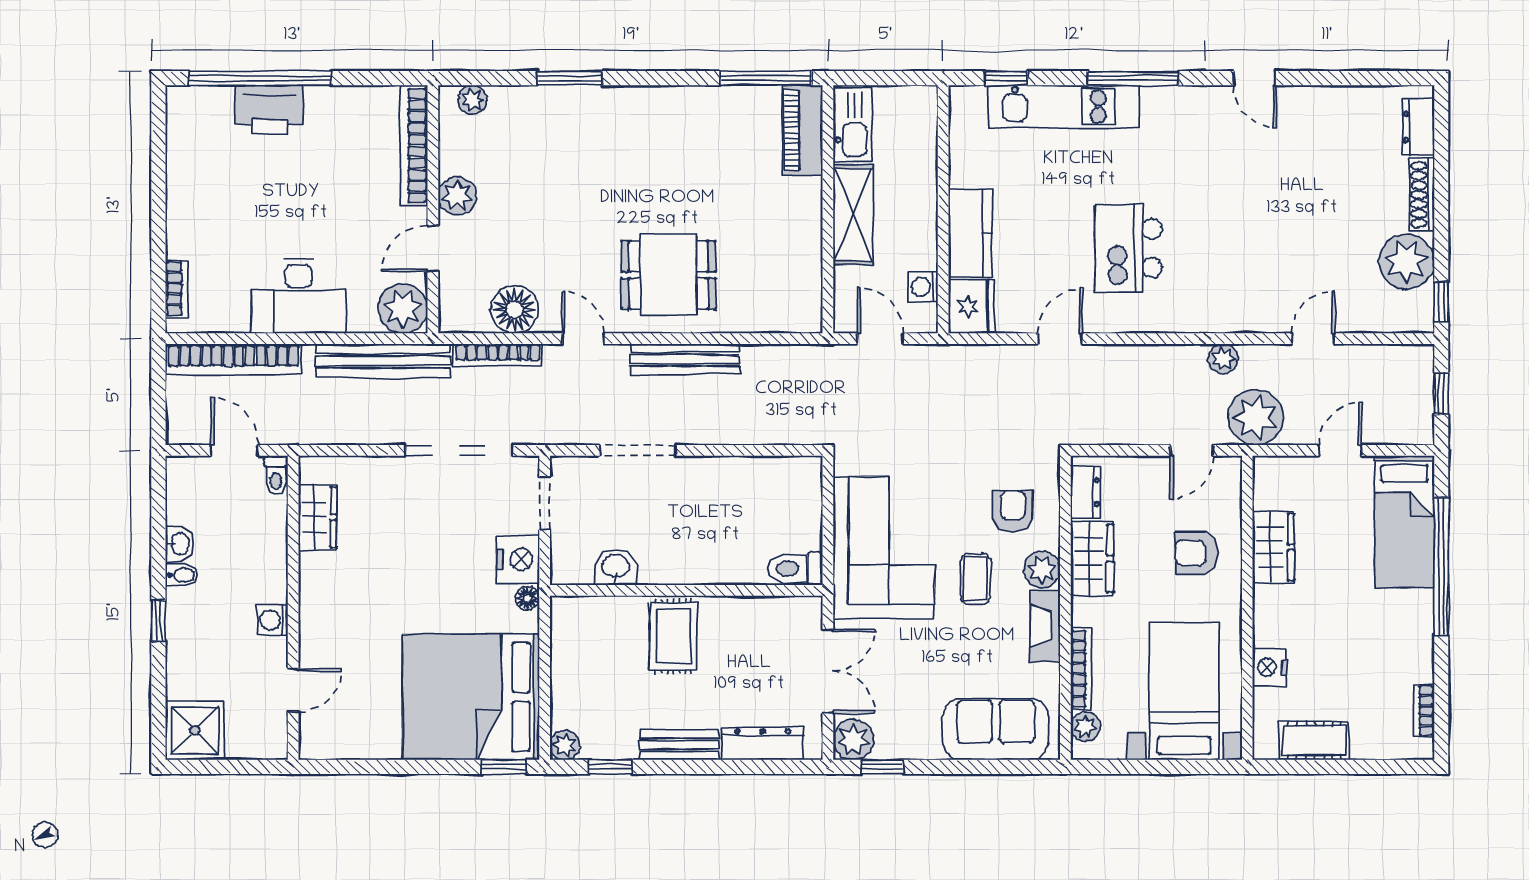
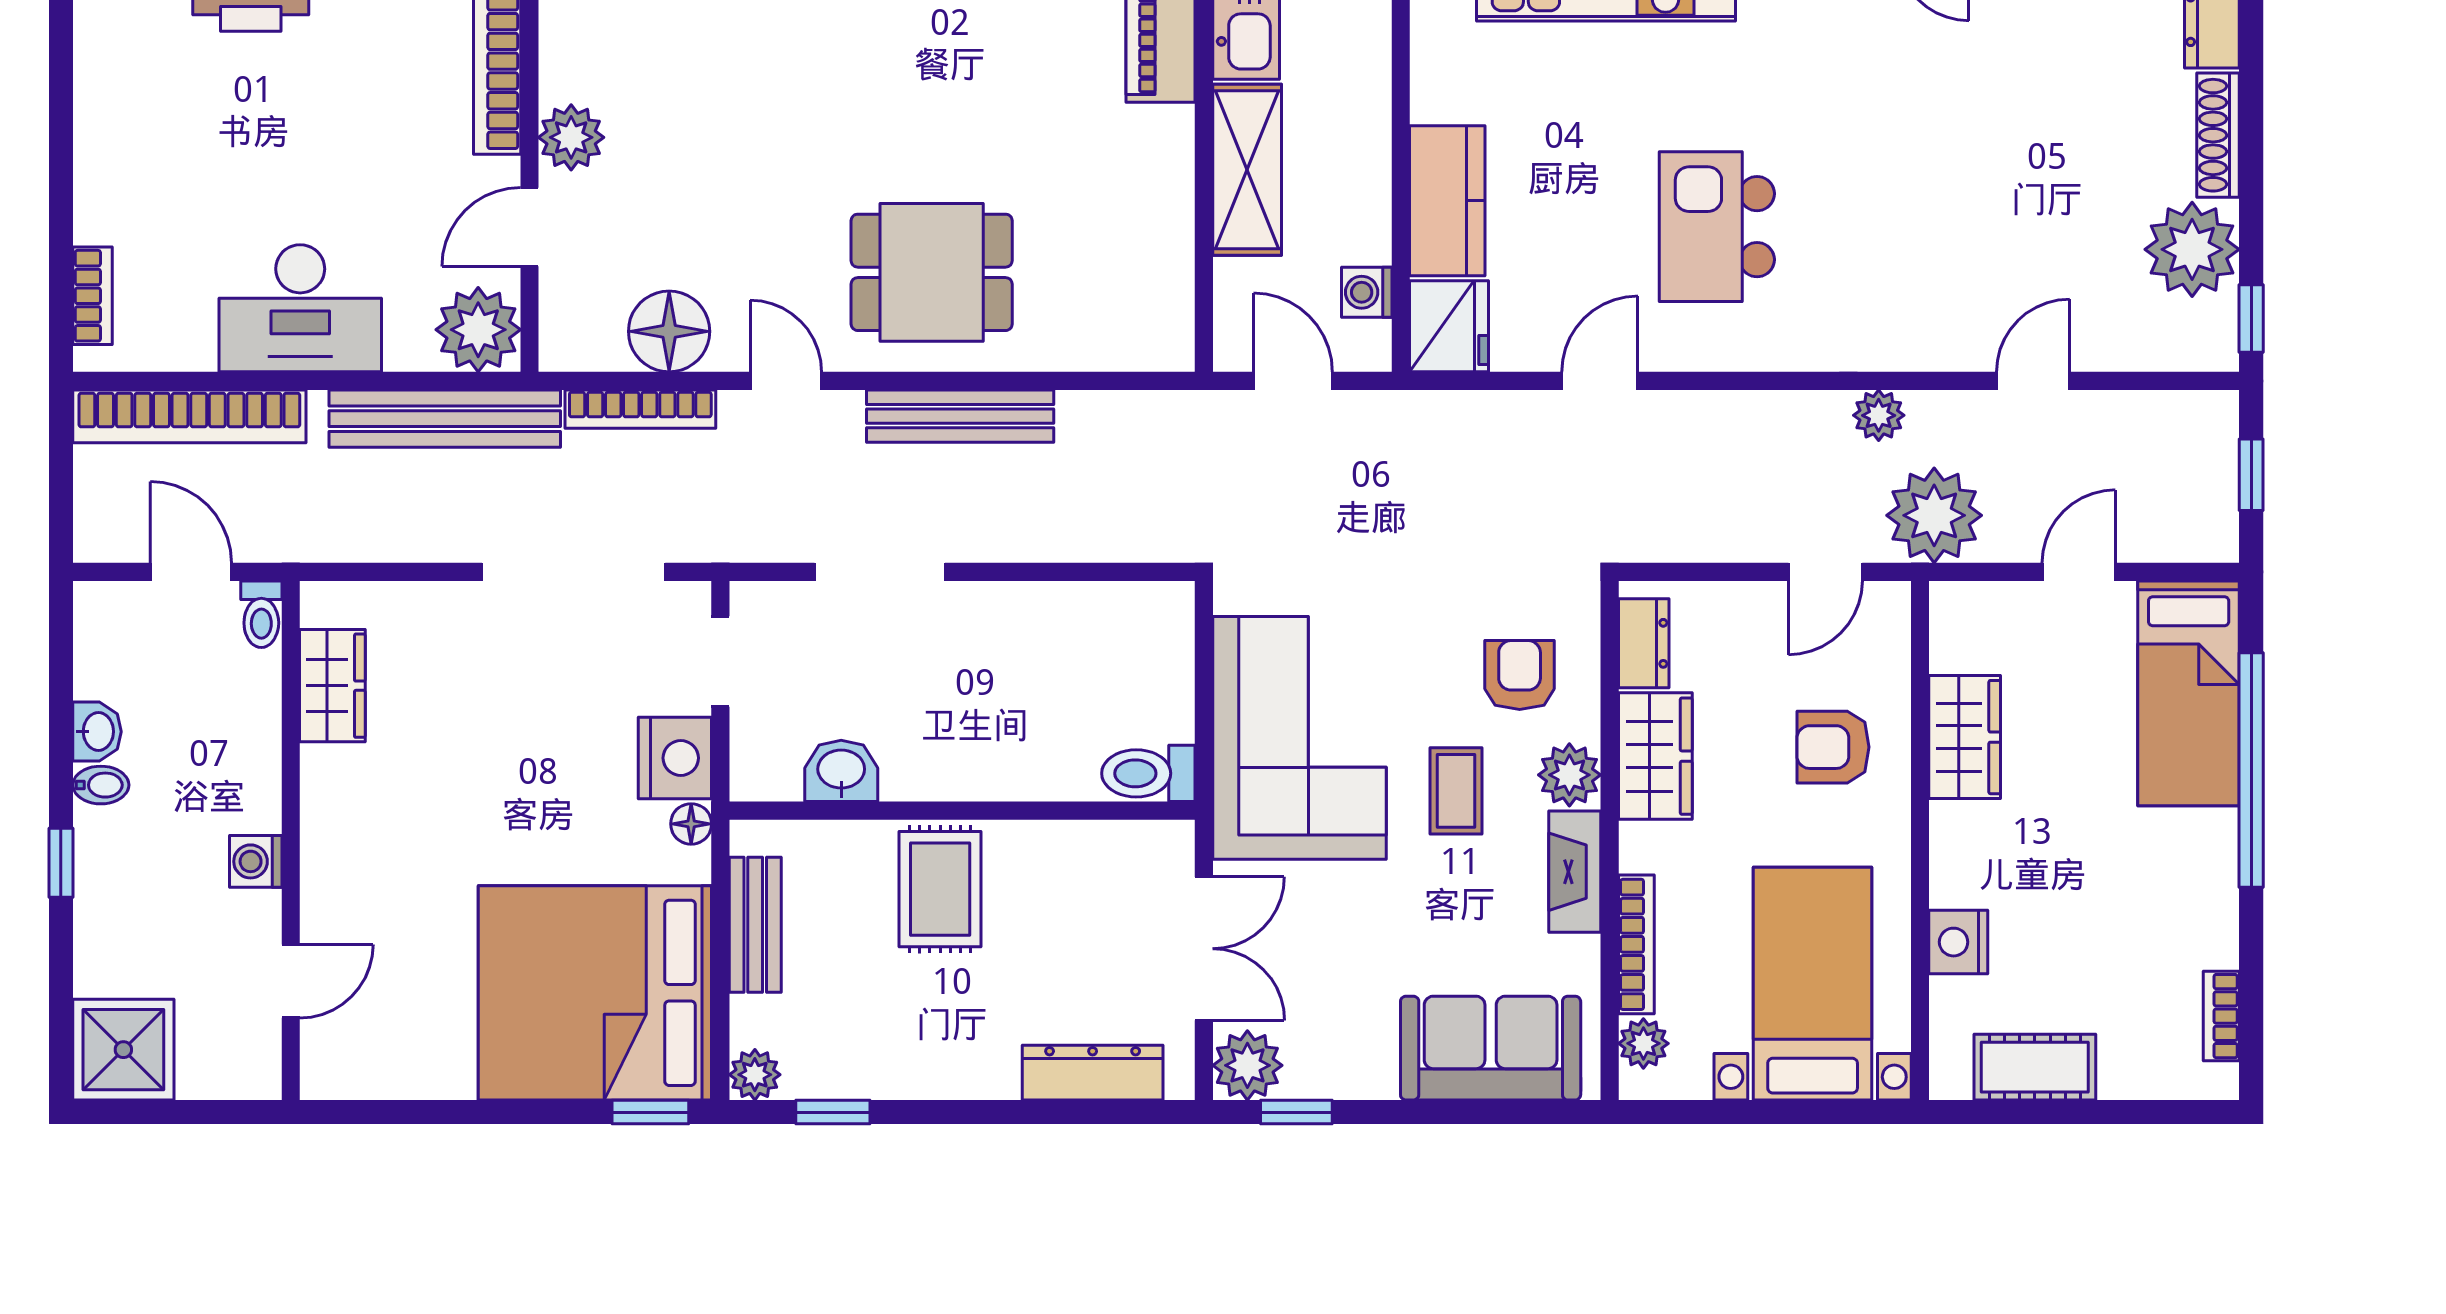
bench: (679, 745) -> (755, 925), moved, turned 90

